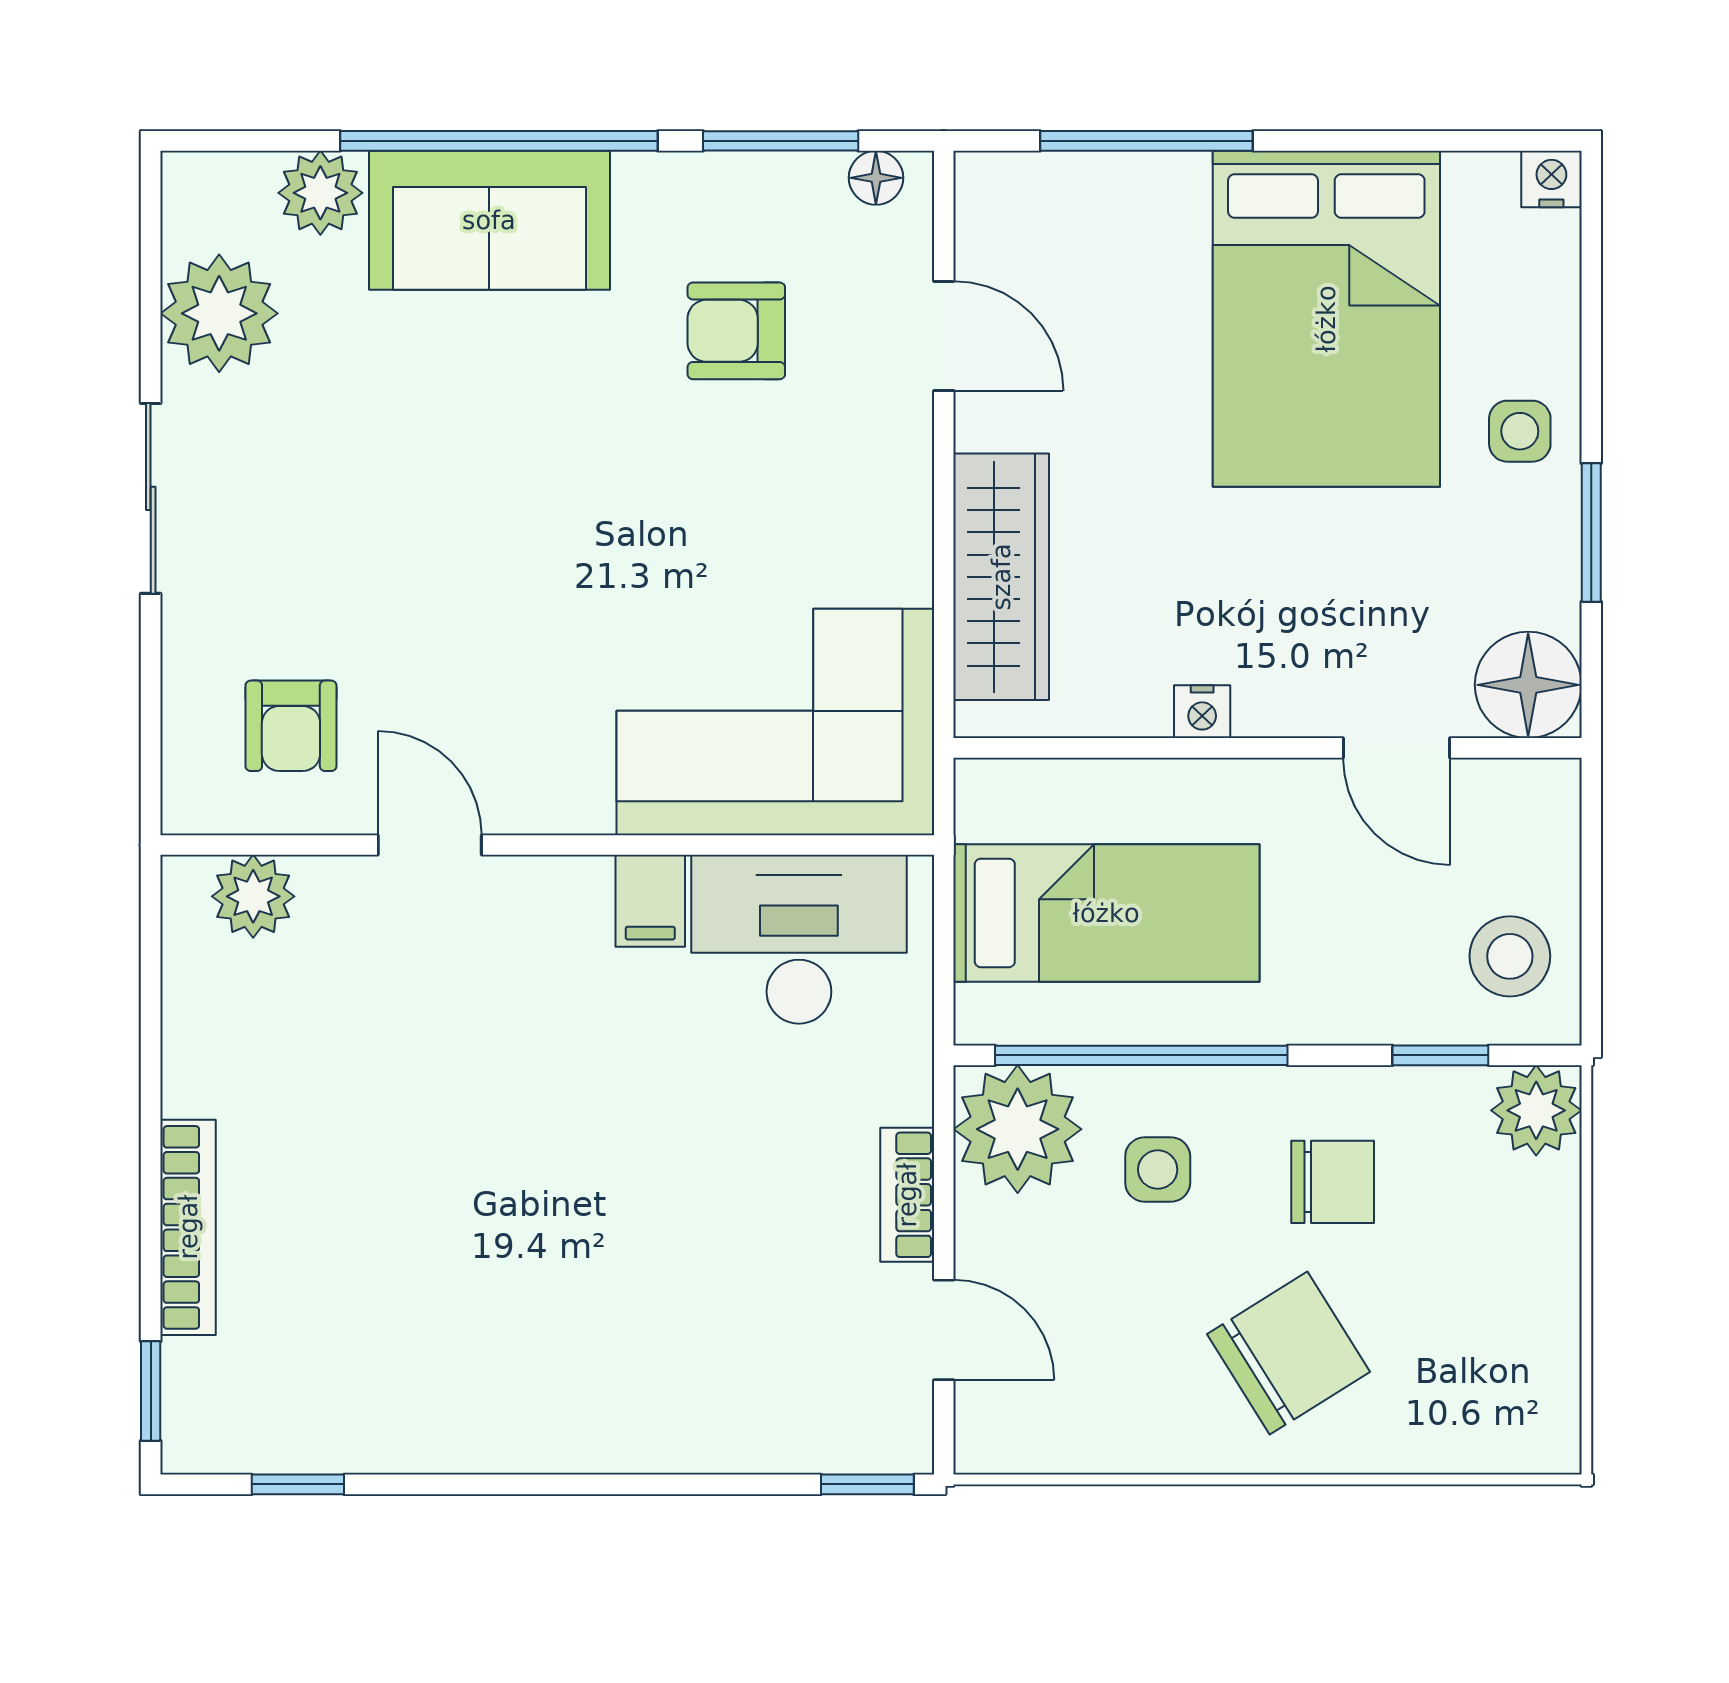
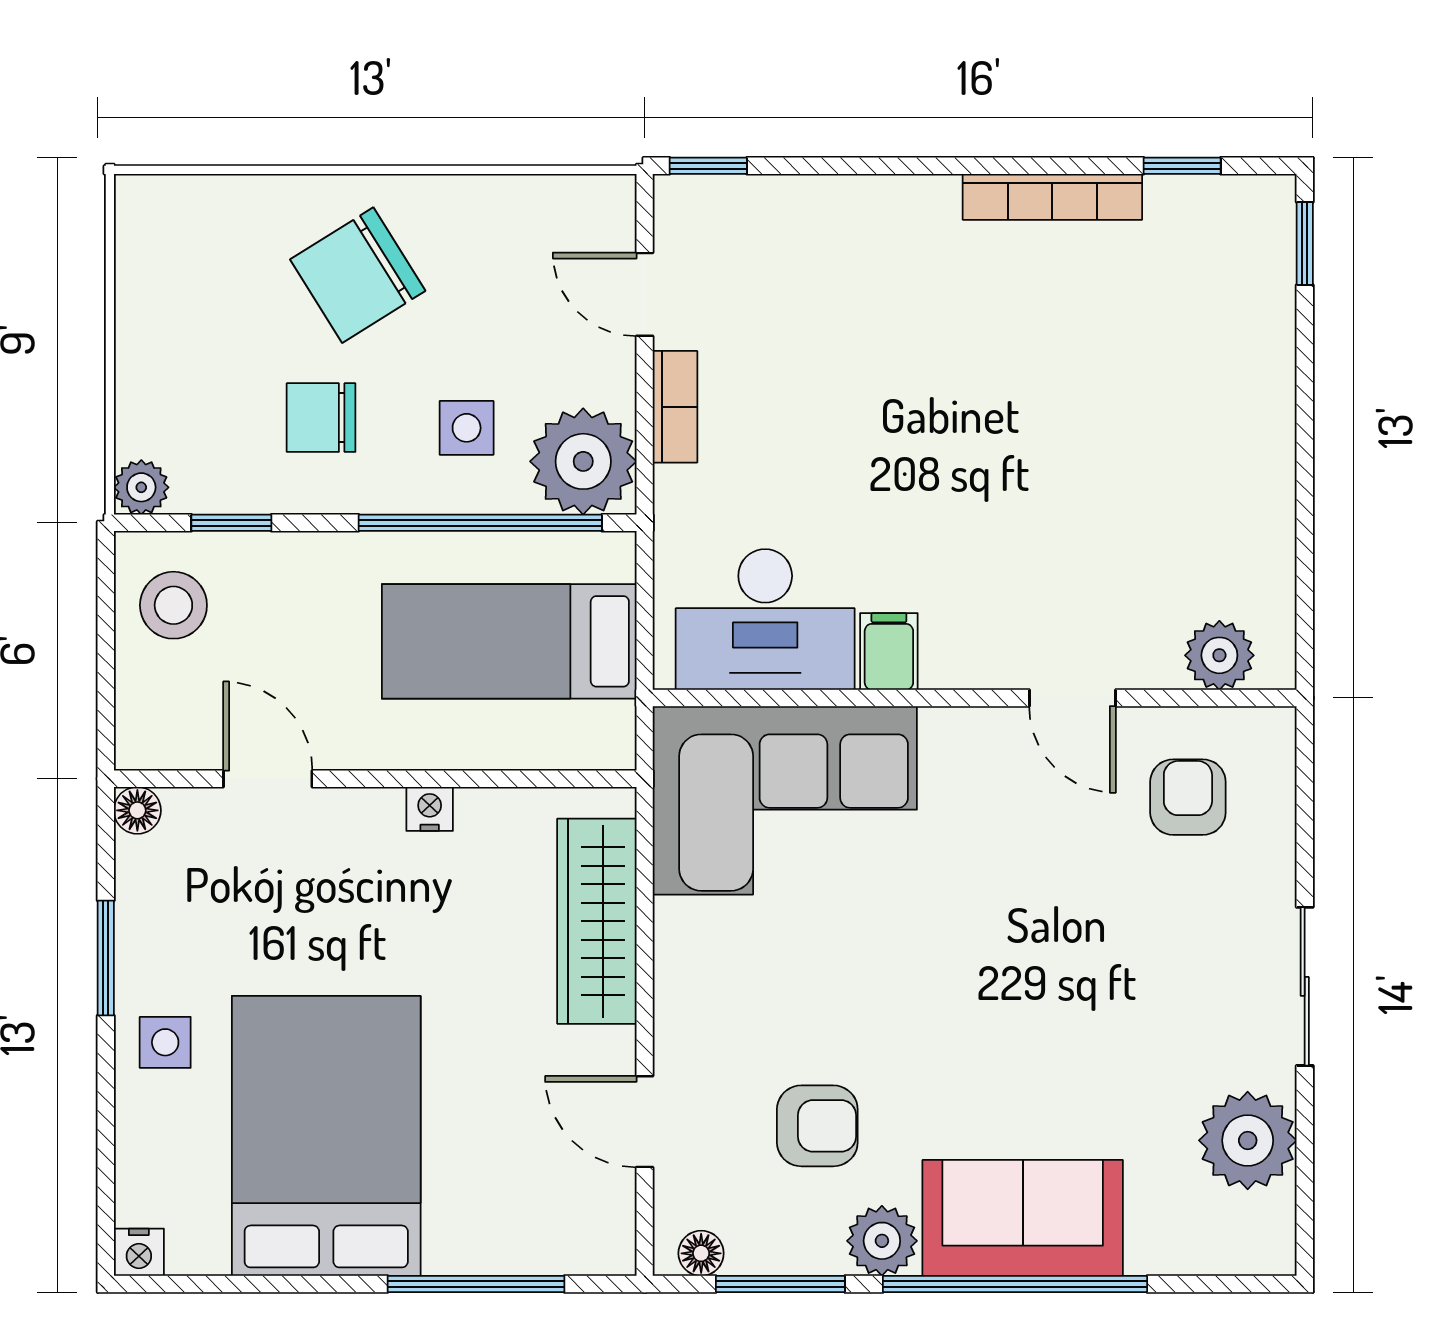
plant: (320, 193) -> (882, 1241), moved
floor lamp: (1528, 685) -> (137, 810), width x0.53, depth x0.53
plant: (1536, 1110) -> (141, 487), width x0.73, depth x0.73
bookcase: (188, 1227) -> (1052, 197), moved, turned -90

